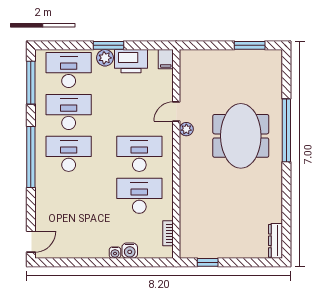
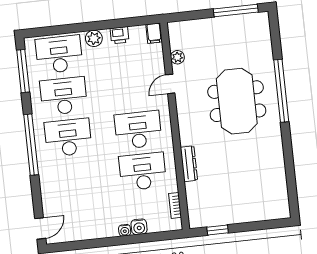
window: (109, 45) -> (96, 26), removed
window: (250, 45) -> (236, 11), width x1.44
printer: (131, 61) -> (120, 35), width x0.53, depth x0.68
plant: (186, 129) -> (177, 57), moved
dresser: (275, 241) -> (189, 164), moved, turned 180

